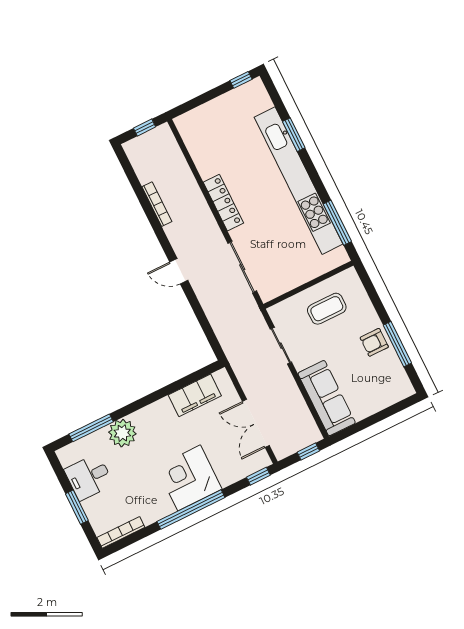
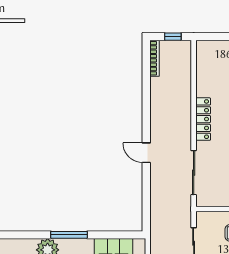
bookcase: (157, 204) -> (154, 58), moved
window: (91, 428) -> (69, 235), moved

